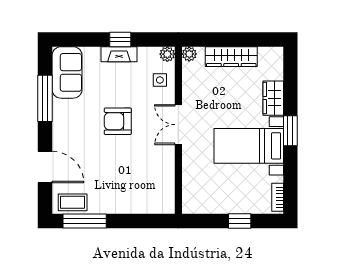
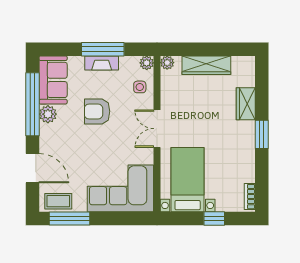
window: (120, 40) -> (103, 49), width x2.17
window: (45, 98) -> (32, 104), width x1.46
plant: (62, 109) -> (48, 114), added
armchair: (118, 121) -> (97, 111), moved
bed with nightstands: (249, 146) -> (188, 180), moved, turned 90
corner sofa: (139, 189) -> (120, 188), added

